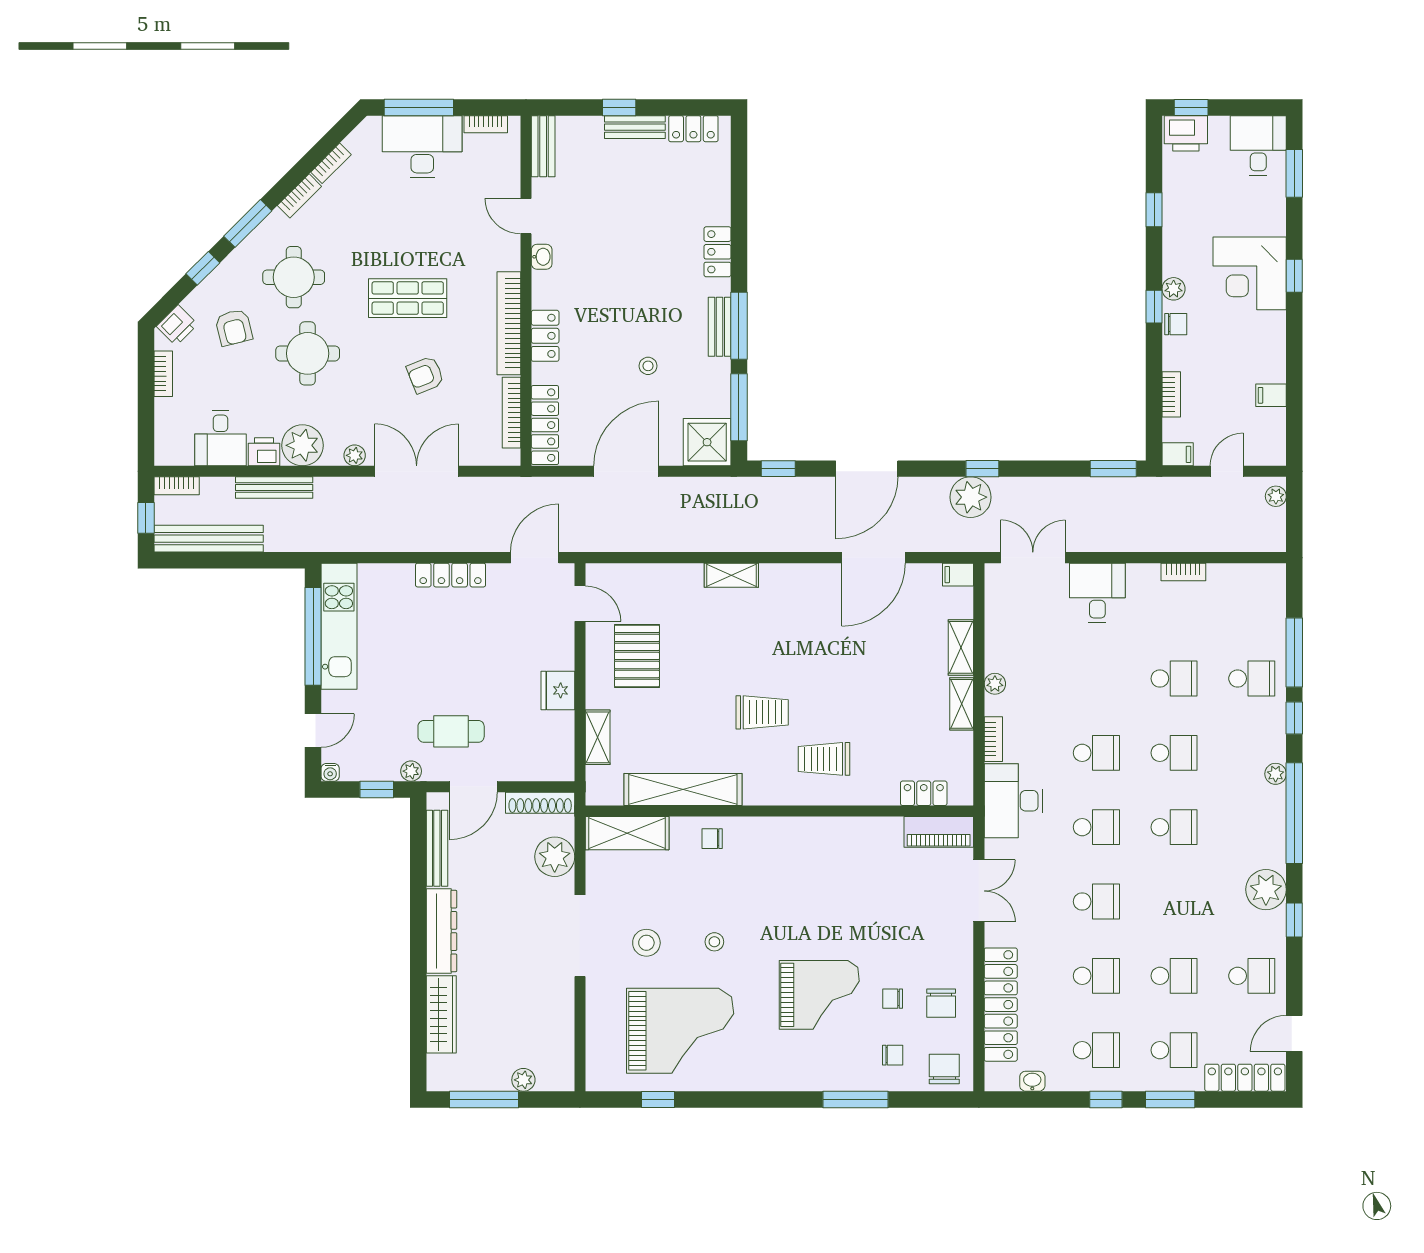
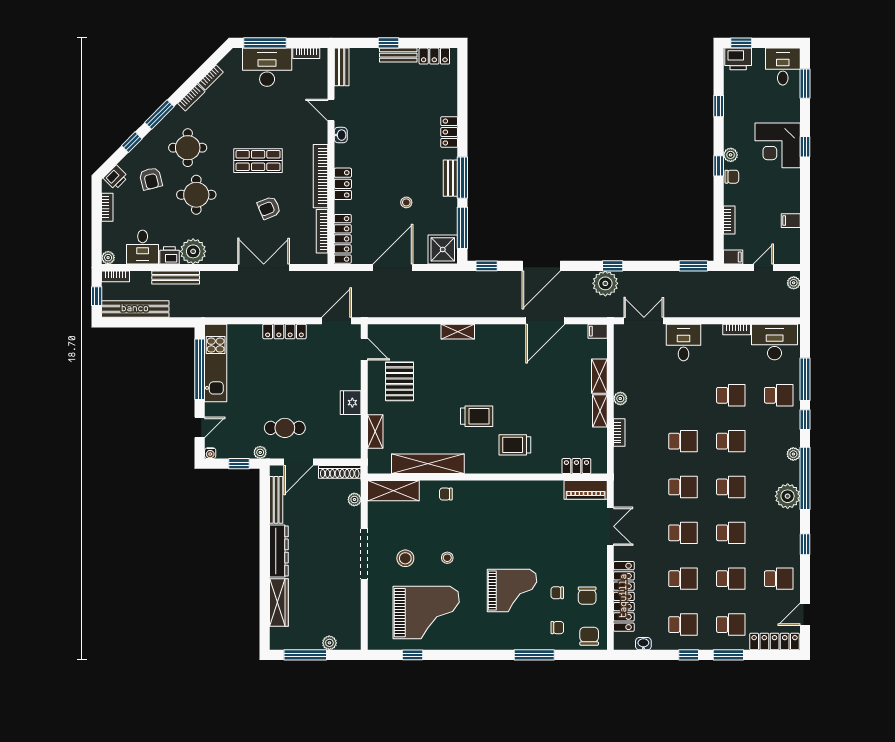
plant: (355, 455) -> (108, 258), moved
desk: (1013, 801) -> (775, 342), moved, turned 90
plant: (555, 857) -> (354, 500), width x0.53, depth x0.53
plant: (1266, 890) -> (788, 496), moved
school desk: (1174, 902) -> (731, 533), added

